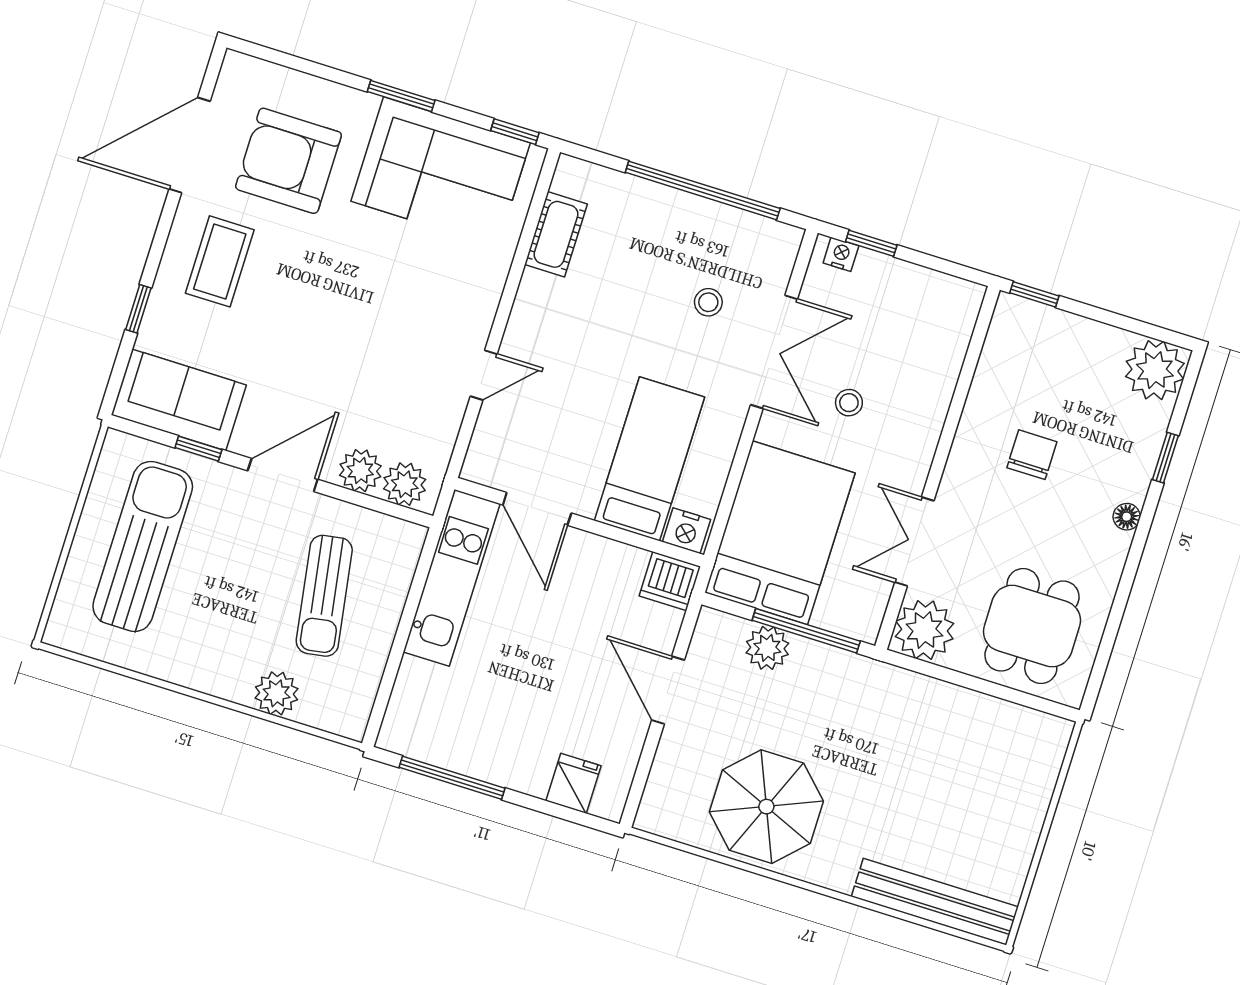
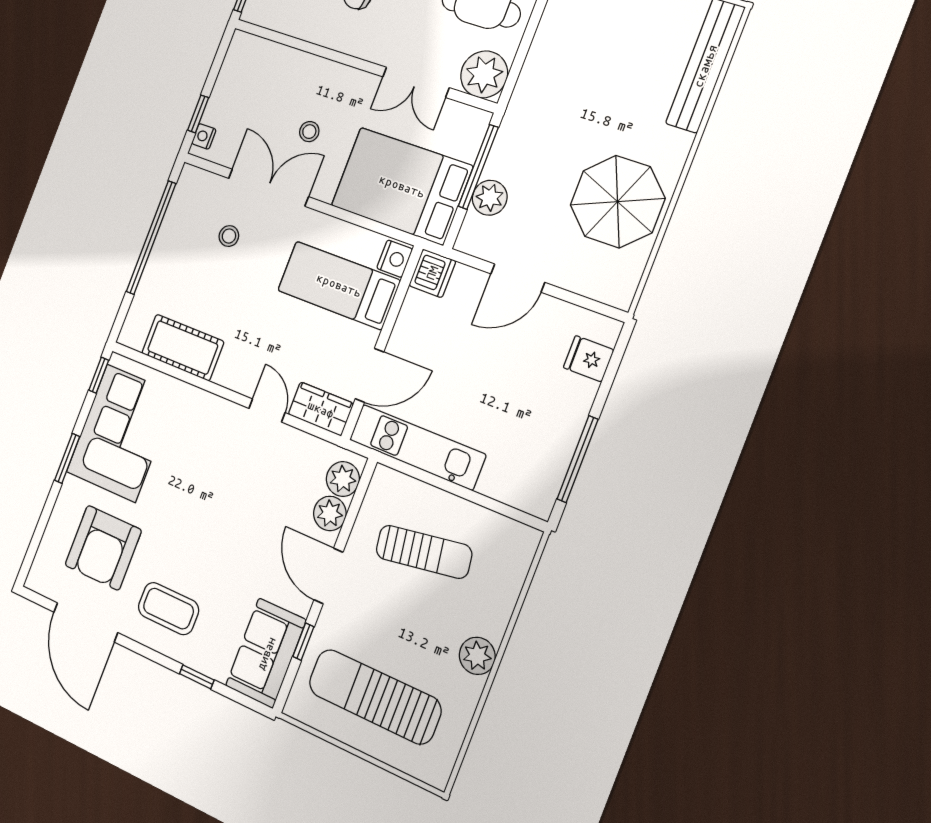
cot: (556, 234) -> (183, 347), width x1.37, depth x1.34
wardrobe: (491, 448) -> (321, 409), added
plant: (277, 693) -> (477, 656), moved

